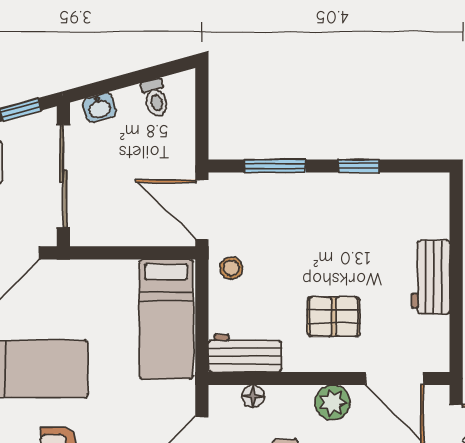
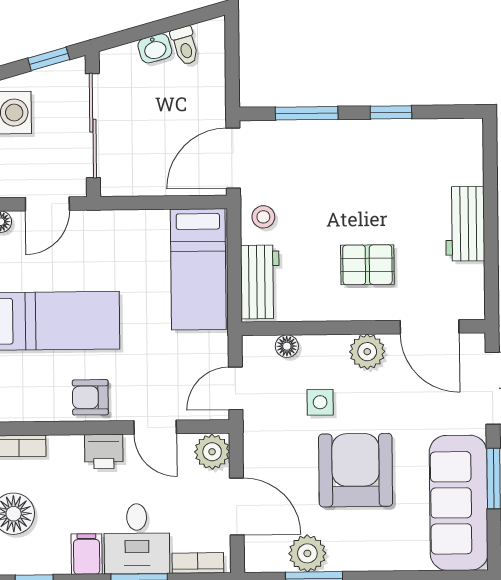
washbasin: (99, 108) -> (155, 48), moved
door: (202, 210) -> (233, 158), hinge flipped
workbench: (245, 353) -> (260, 282), moved, turned 90

